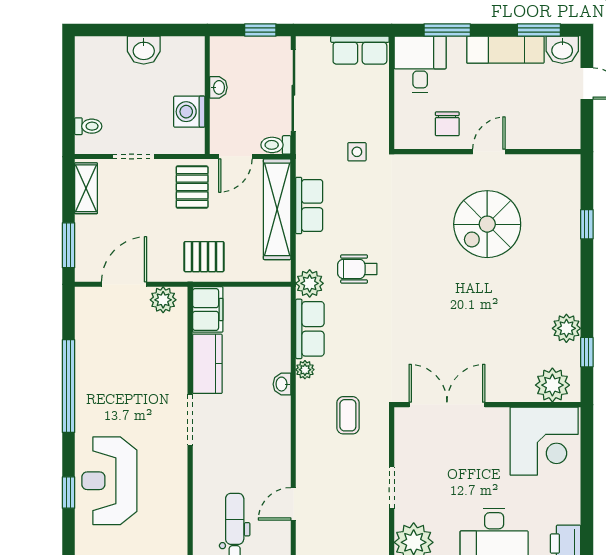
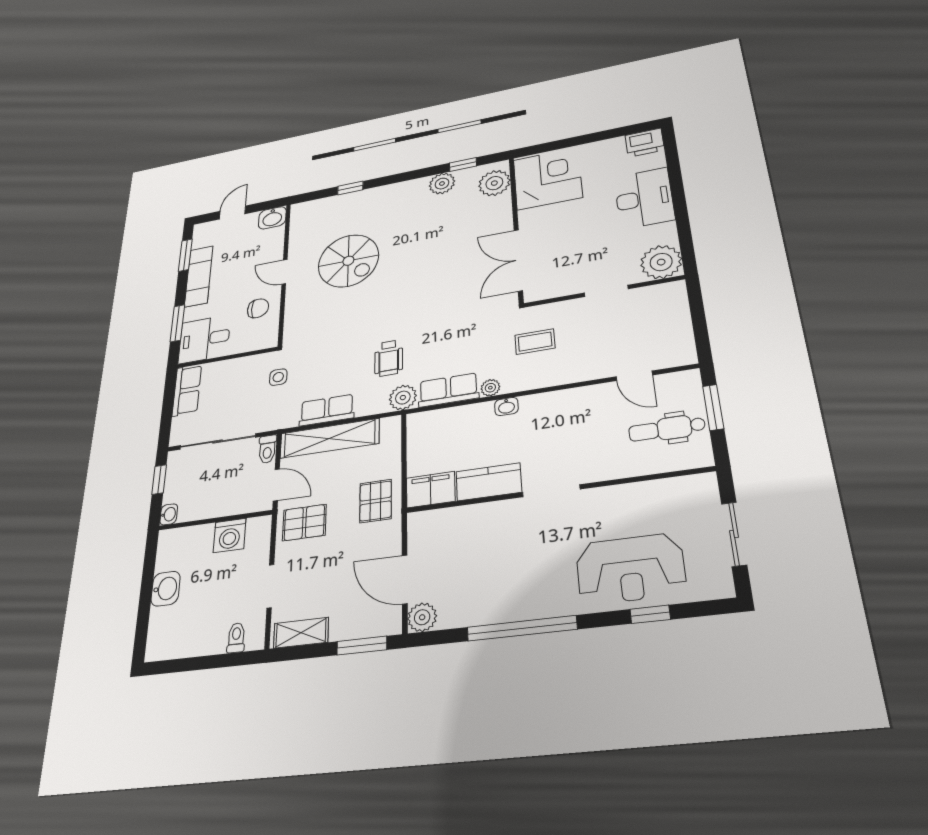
washbasin: (562, 50) -> (272, 218), moved, turned 90
washbasin: (218, 87) -> (169, 514), moved, turned 90
plant: (163, 300) -> (422, 617), moved

